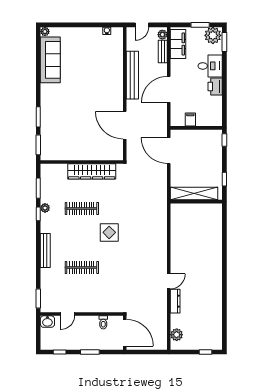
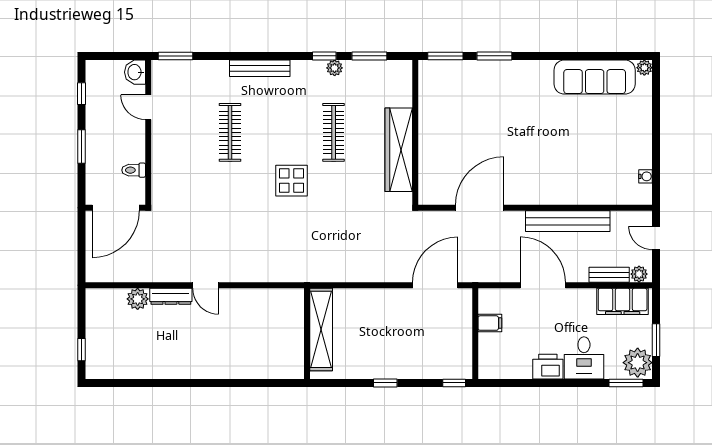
shelving: (194, 194) -> (321, 329), moved
wall: (196, 202) -> (307, 334), moved
plant: (177, 335) -> (138, 299), moved

